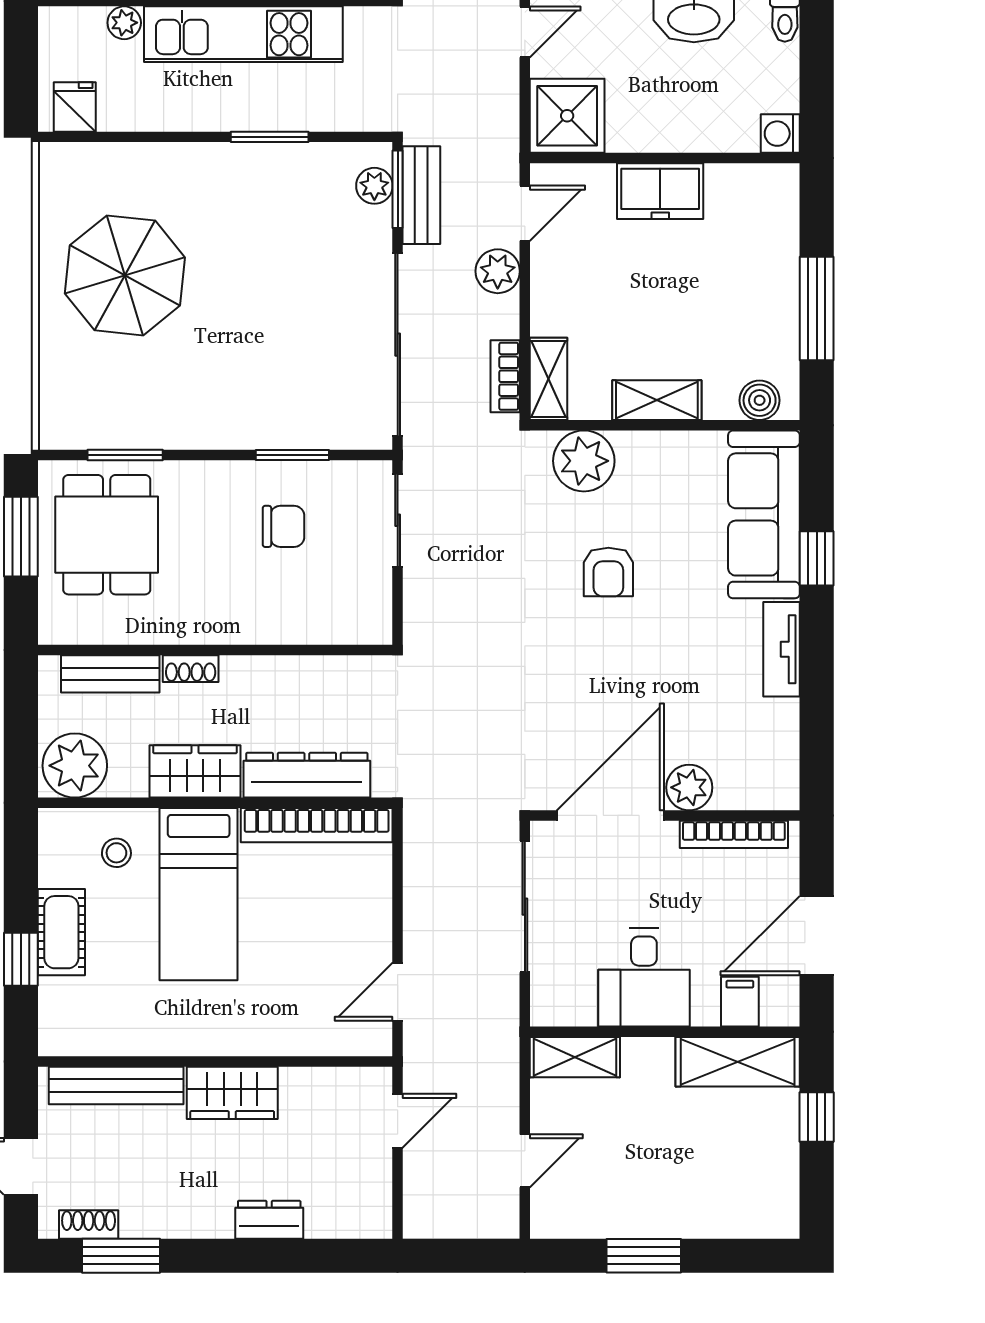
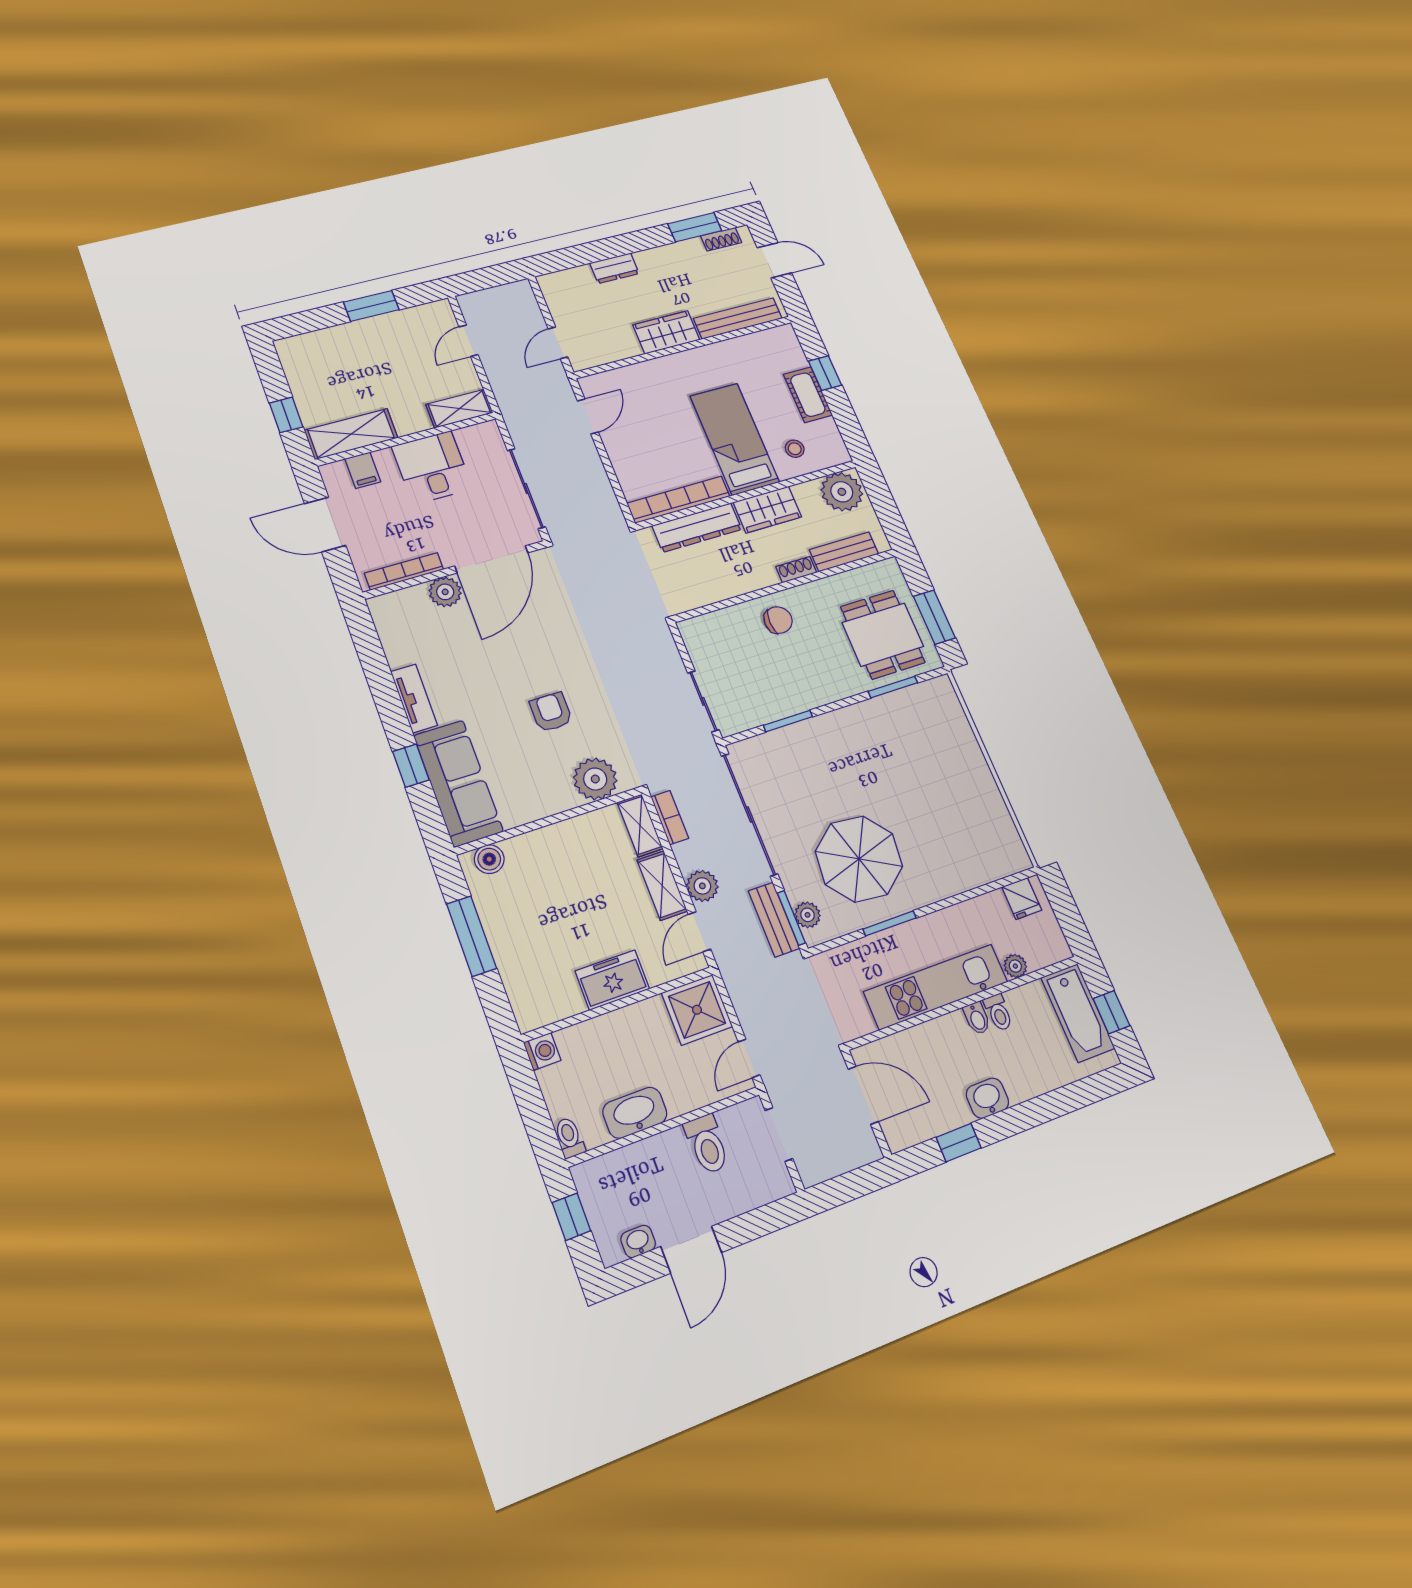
parasol: (125, 275) -> (859, 859), moved
shelving: (657, 400) -> (662, 886), moved, turned 90
chair: (283, 526) -> (778, 620), moved, turned 180
door: (817, 936) -> (325, 525), swing flipped

